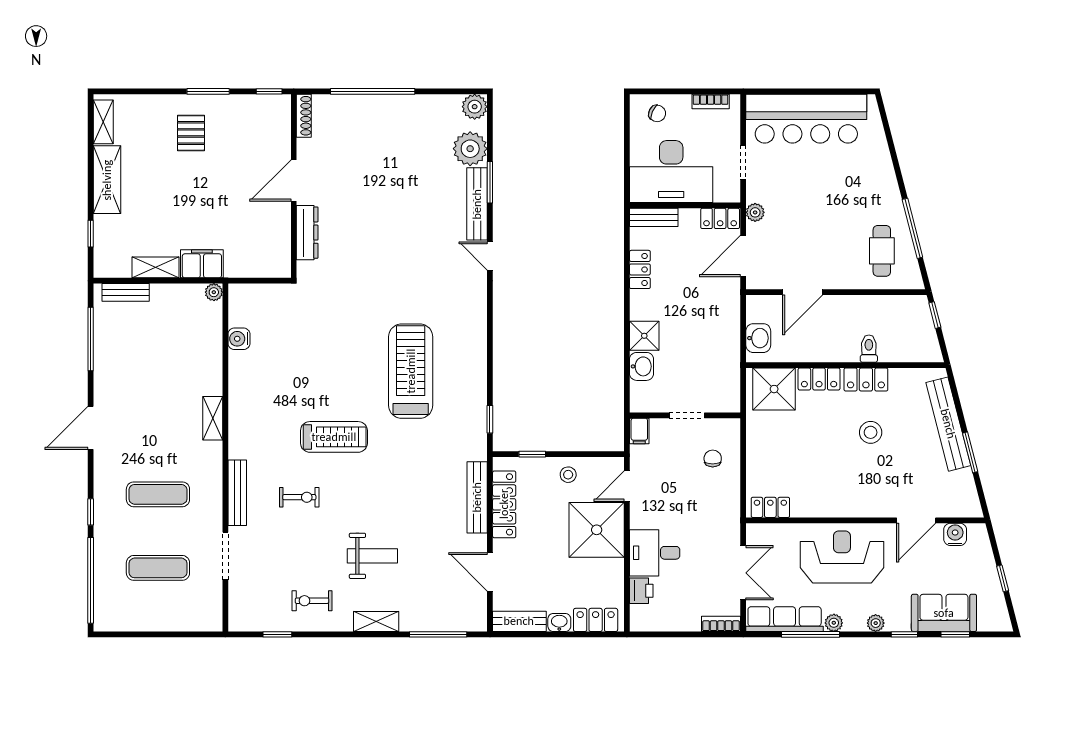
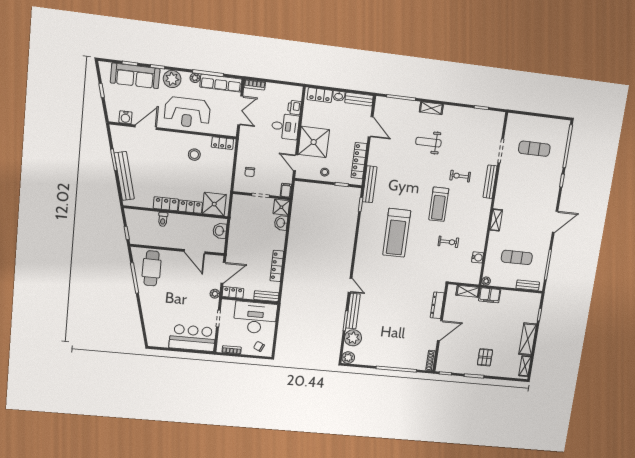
bar counter: (806, 119) -> (192, 338), width x0.73
cafe table: (882, 251) -> (152, 268), width x1.37, depth x1.35
shelving: (155, 267) -> (468, 291), moved
locker: (640, 269) -> (277, 266), width x1.53
door: (803, 292) -> (195, 252), swing flipped
shower: (644, 336) -> (281, 207), moved
stool: (871, 432) -> (194, 155), moved
treadmill: (334, 437) -> (439, 204), turned -90
door: (627, 486) -> (296, 163), swing flipped
exercise mat: (158, 494) -> (517, 257), moved
bench: (477, 497) -> (370, 184), moved
double door: (743, 573) -> (240, 110), swing flipped
exercise bike: (312, 601) -> (448, 242), moved
sofa: (944, 613) -> (135, 76), width x1.36
plant: (876, 623) -> (172, 79), width x1.88, depth x1.88

